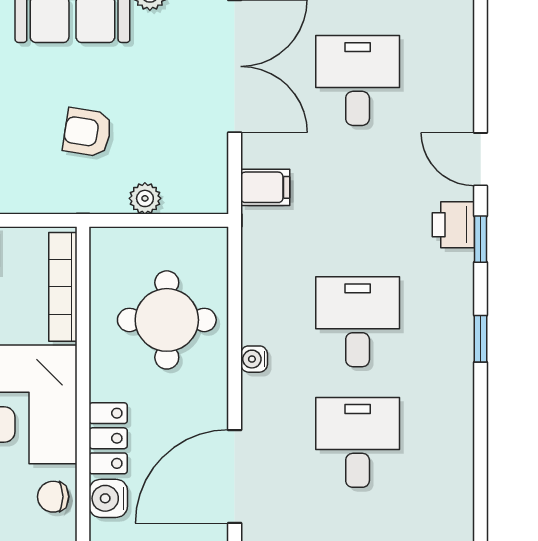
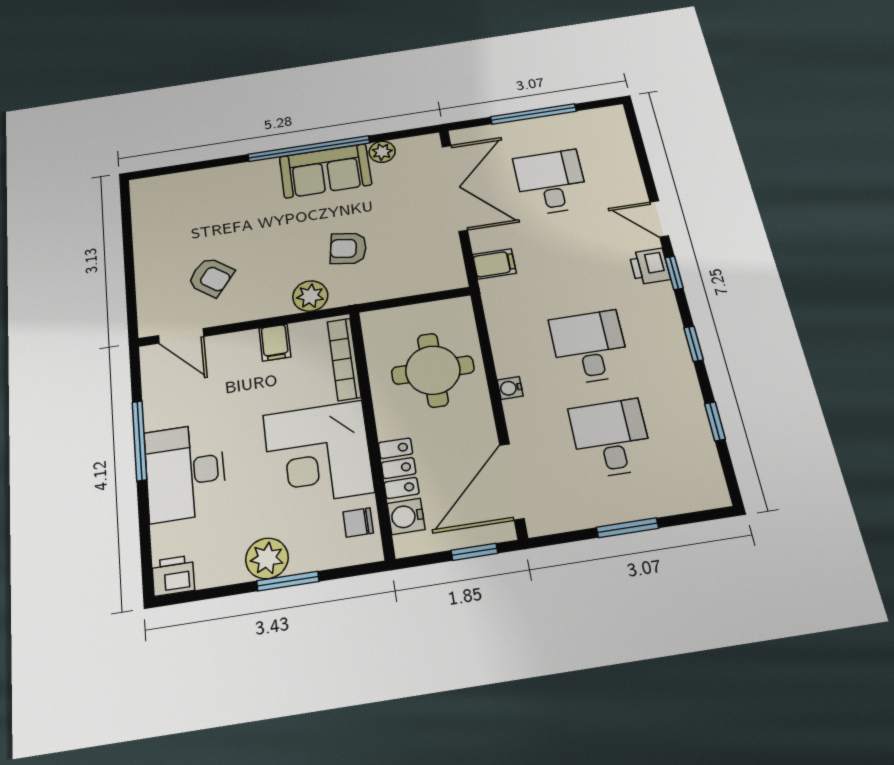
plant: (145, 198) -> (310, 296), moved, width x1.38, depth x1.38
window: (481, 442) -> (715, 421), added

